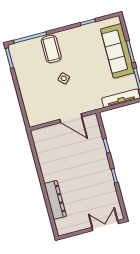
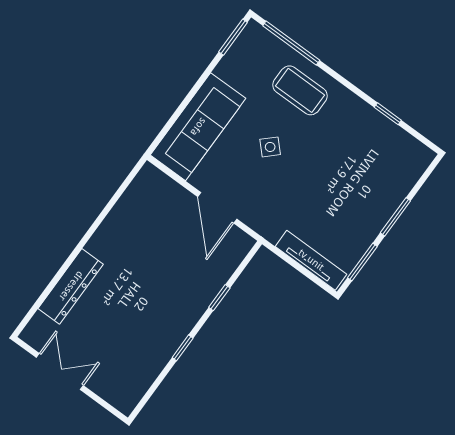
coffee table: (51, 49) -> (300, 90), turned 90
sofa: (117, 51) -> (198, 127), moved, turned 180
double door: (105, 225) -> (60, 372), moved

